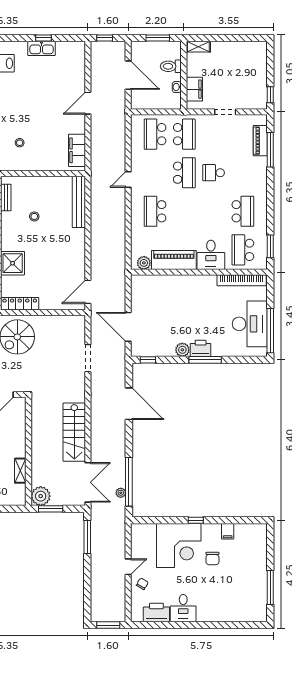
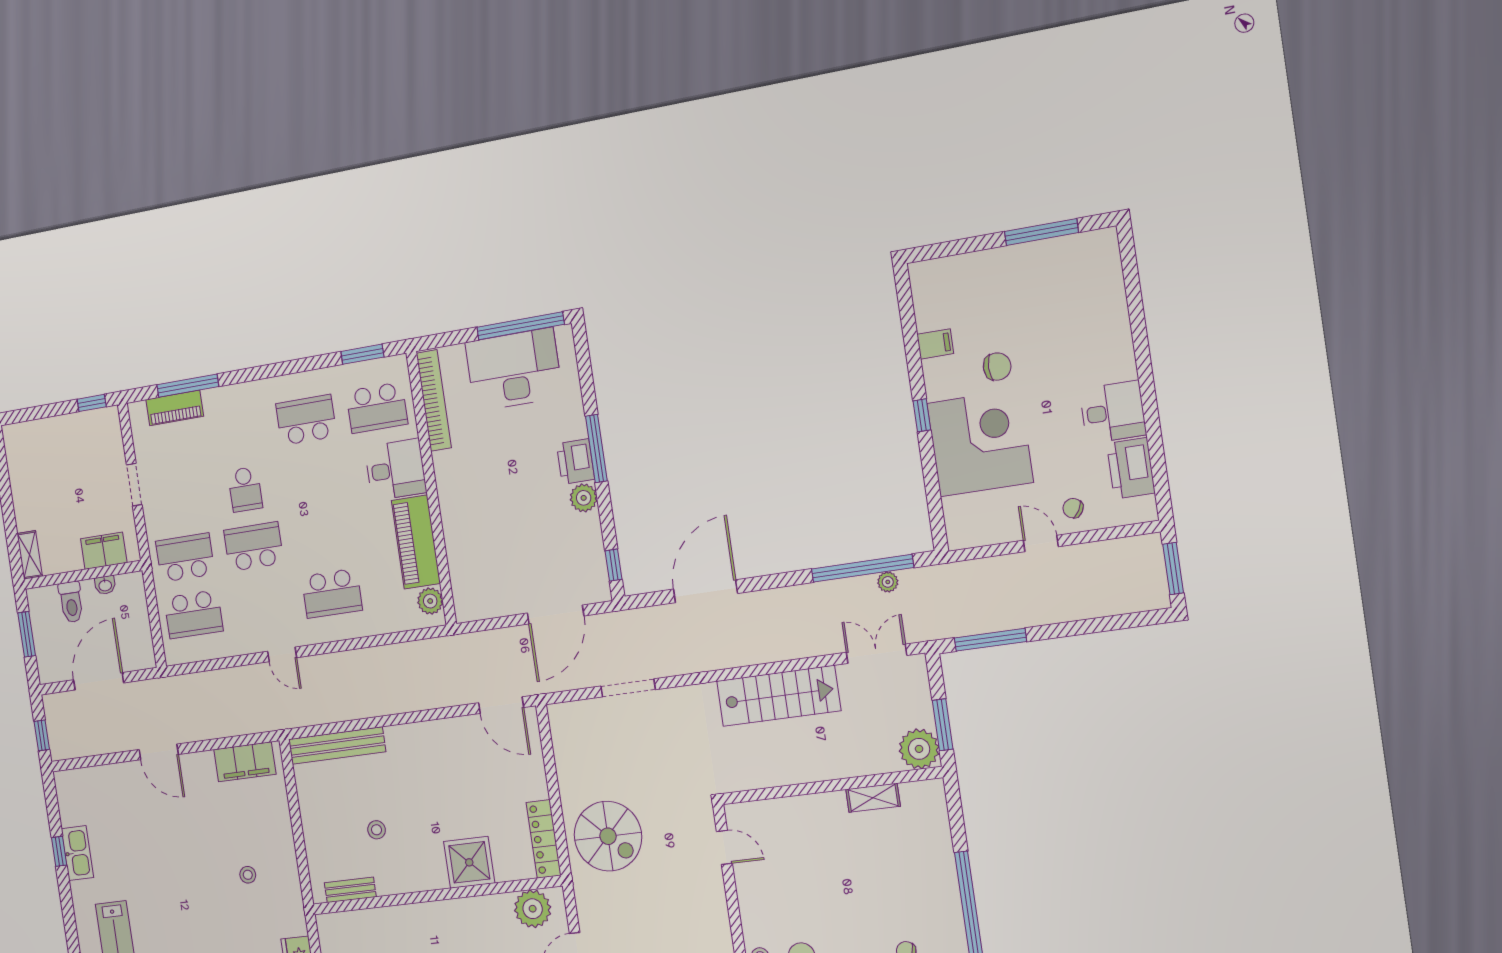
double door: (88, 482) -> (877, 654), width x0.73

